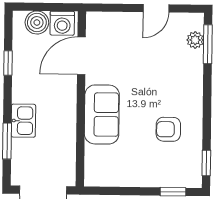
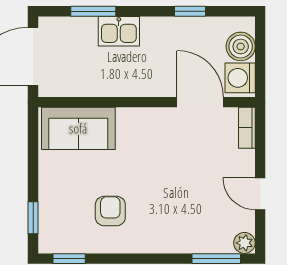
bookcase: (103, 18) -> (247, 128), added
plant: (195, 40) -> (244, 243), moved
sofa: (102, 114) -> (78, 128), moved

